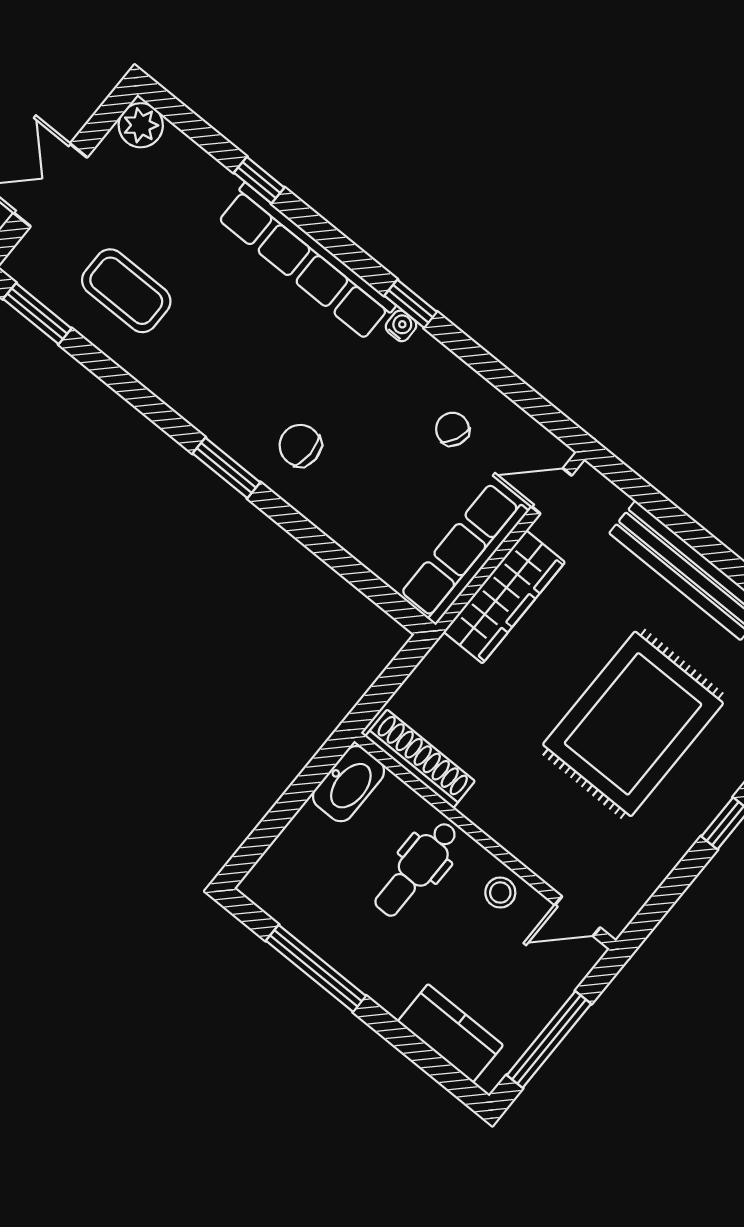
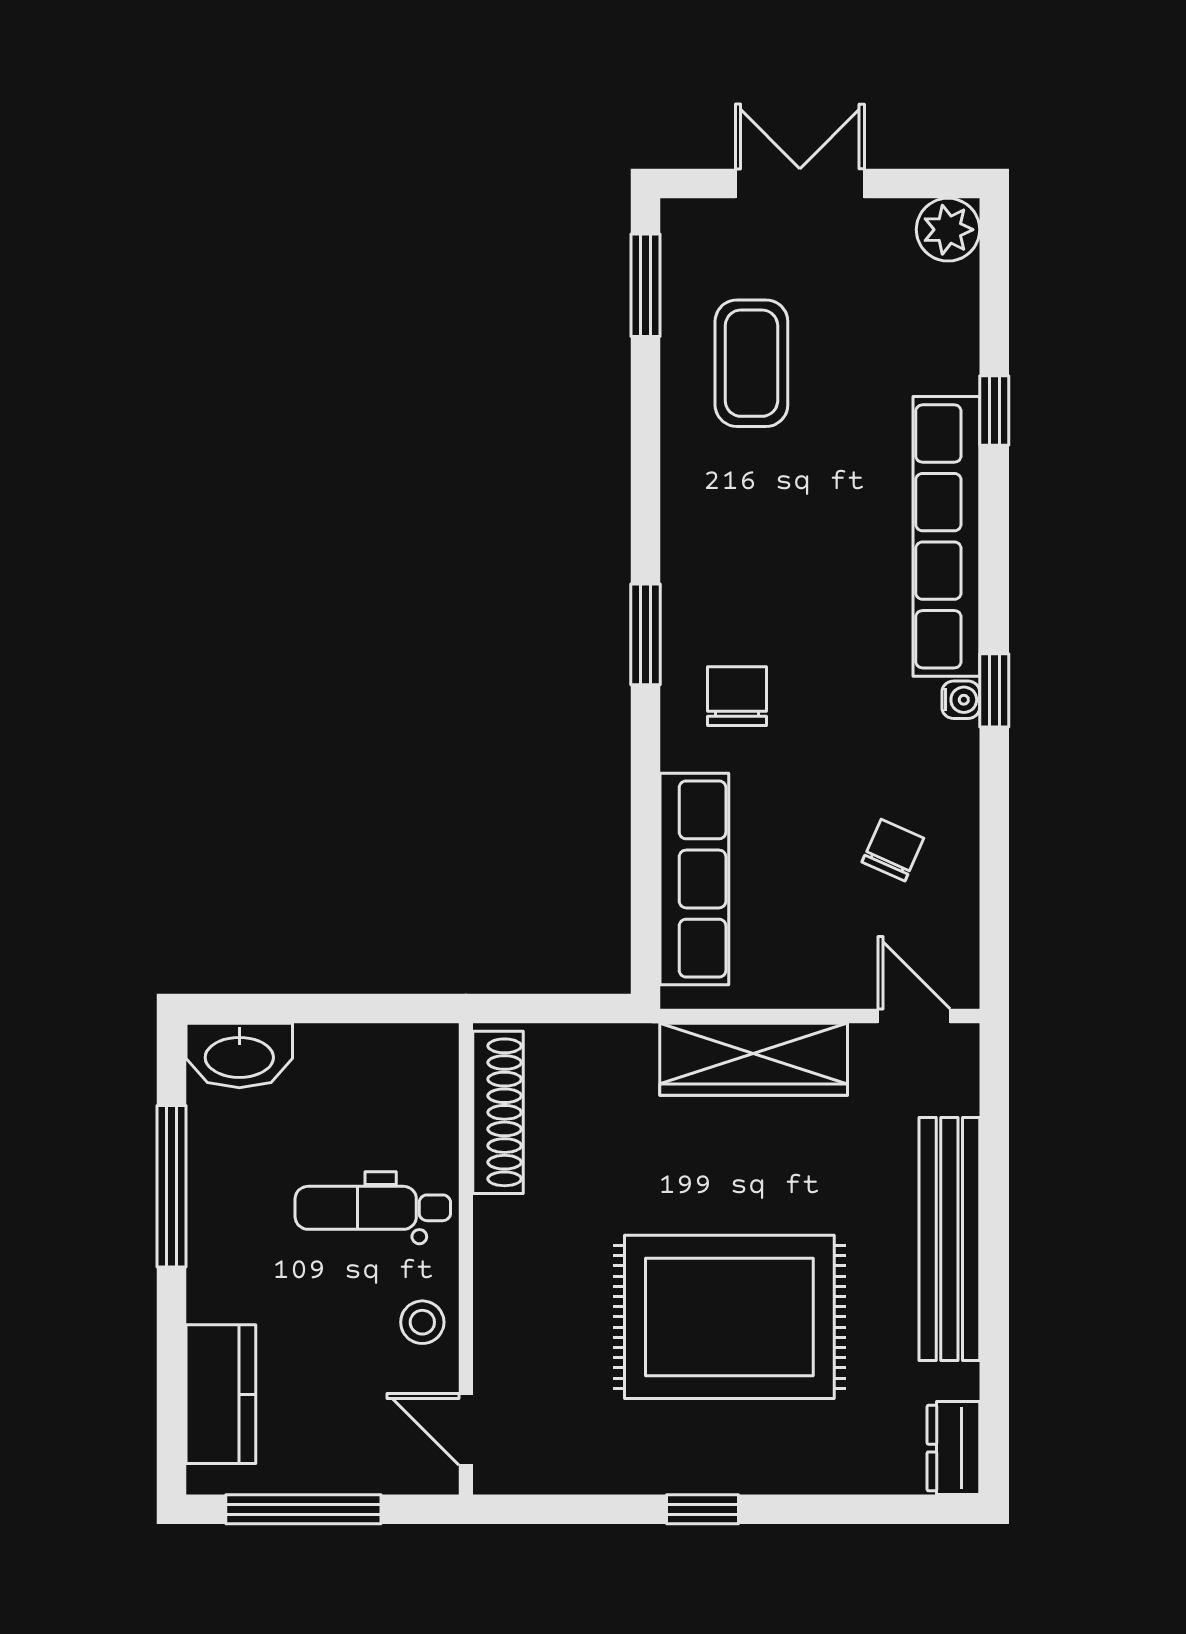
row of seats: (464, 553) -> (694, 879), moved, turned 90
washbasin: (348, 784) -> (239, 1055), moved

